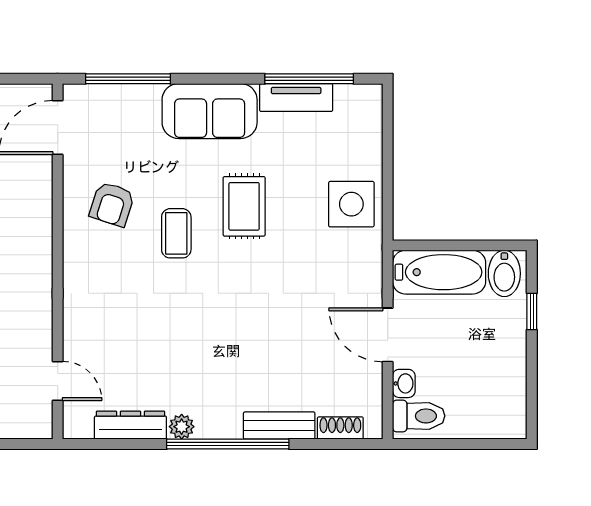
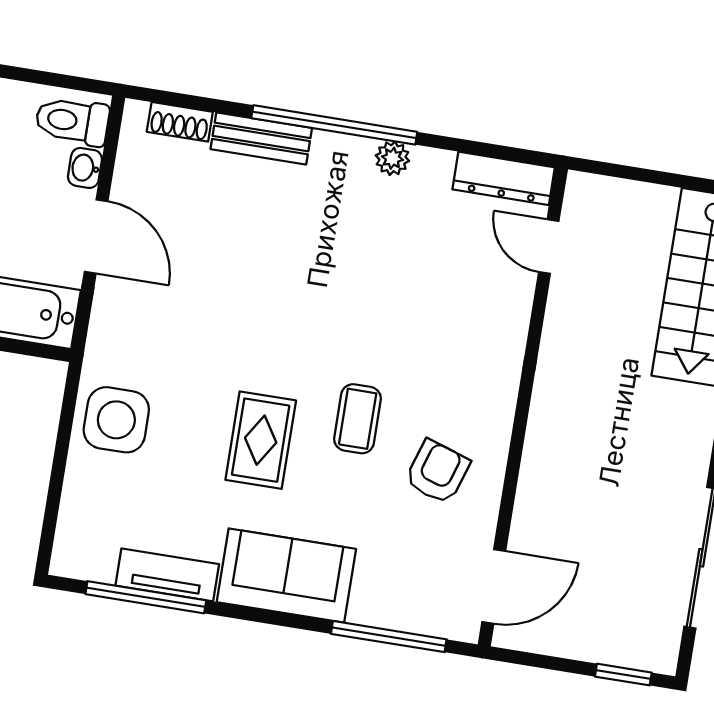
dresser: (130, 425) -> (504, 178), moved

